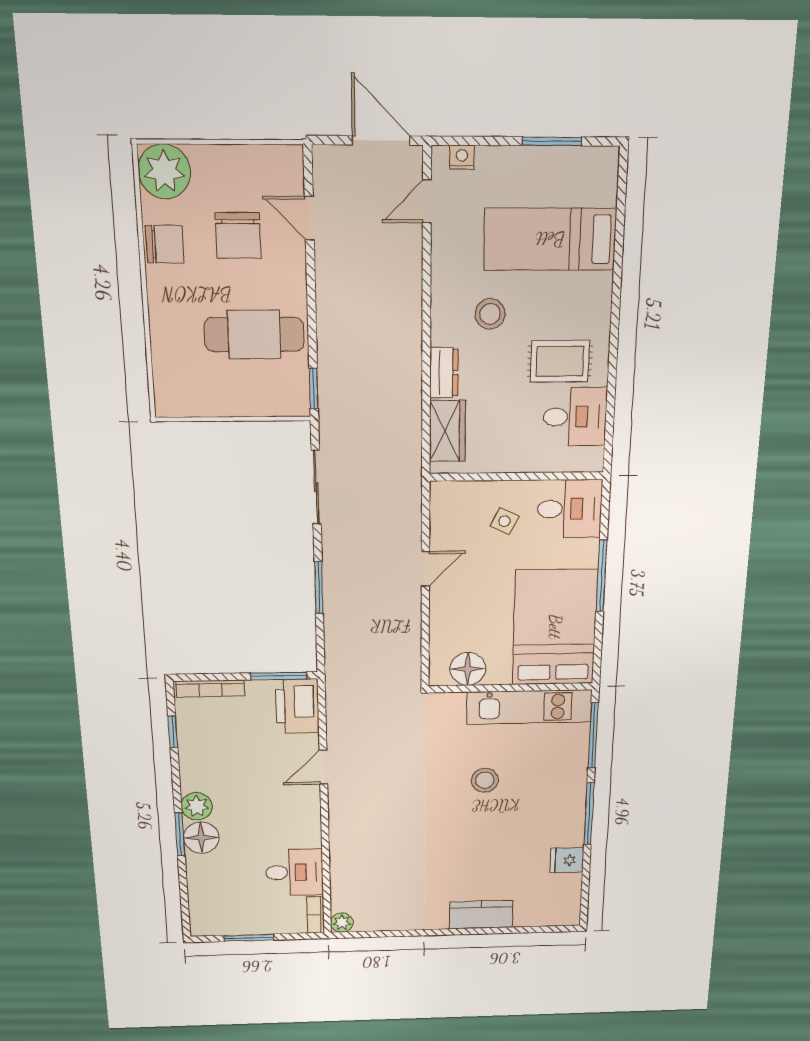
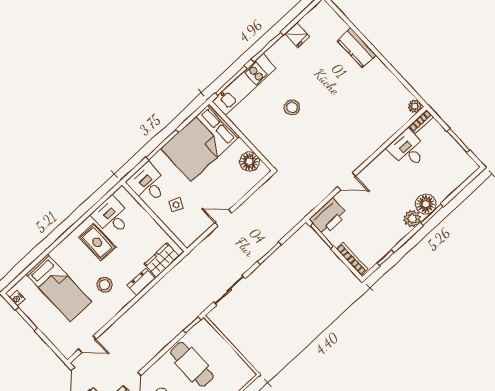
nightstand: (462, 157) -> (17, 298), moved
kitchen unit: (529, 707) -> (244, 85), moved, turned 90

